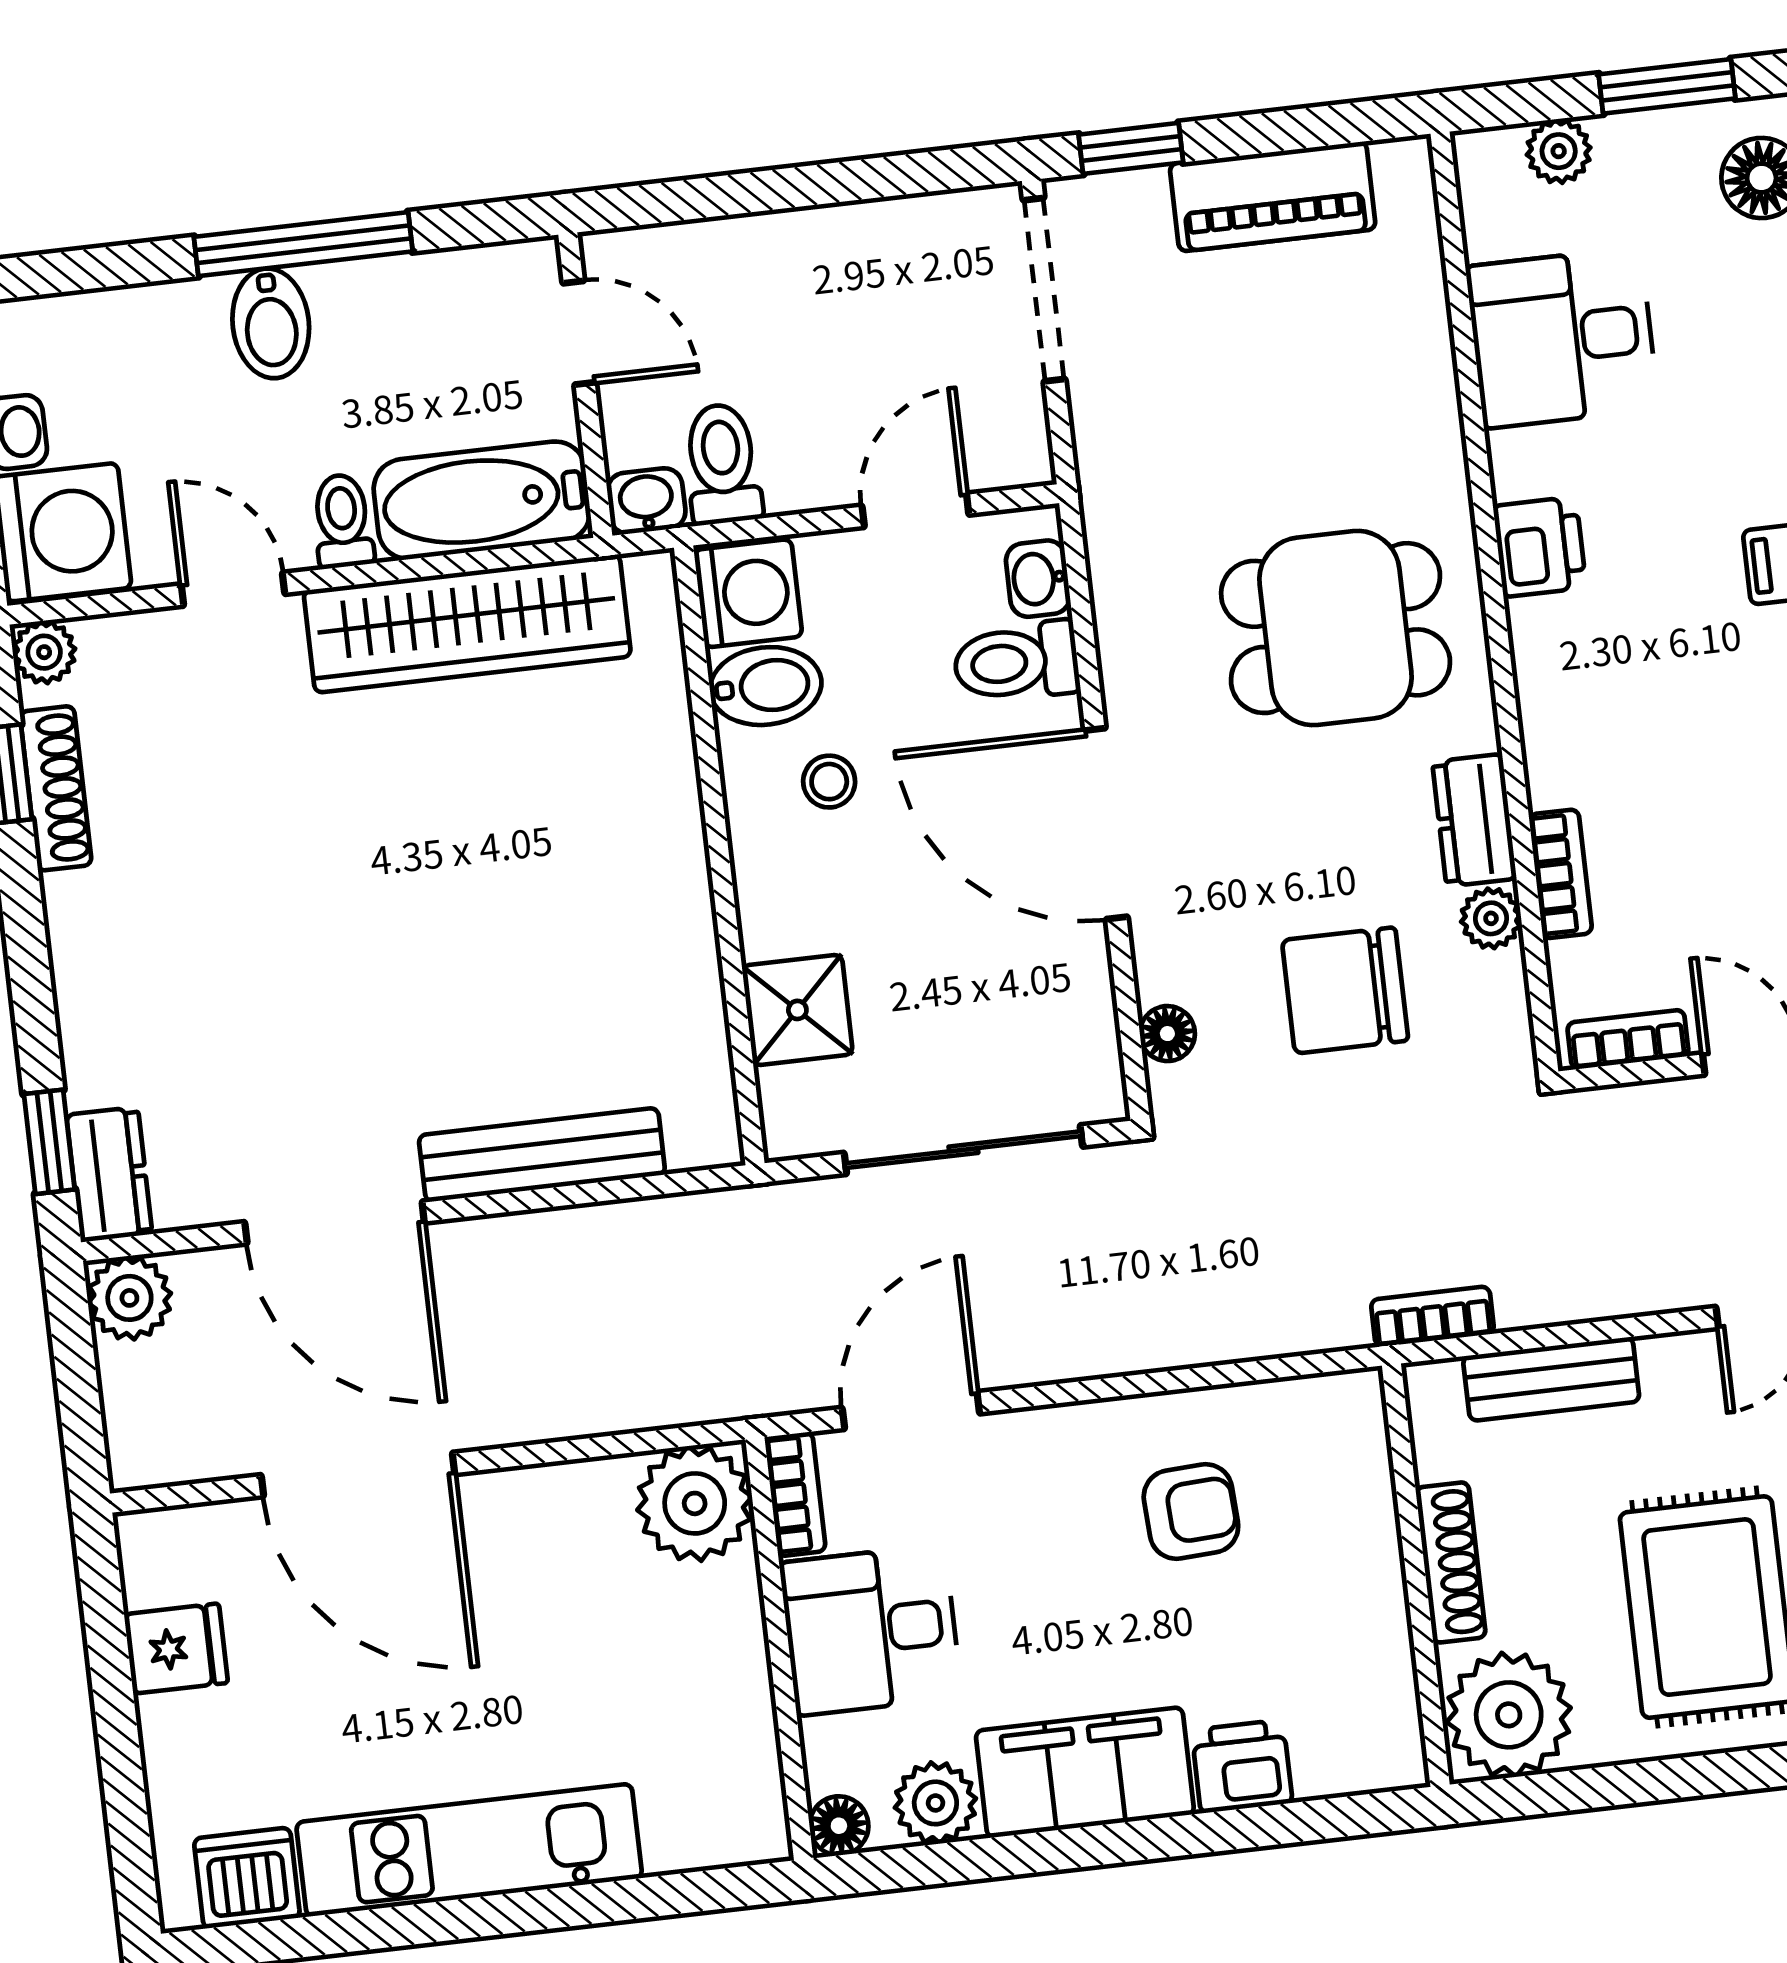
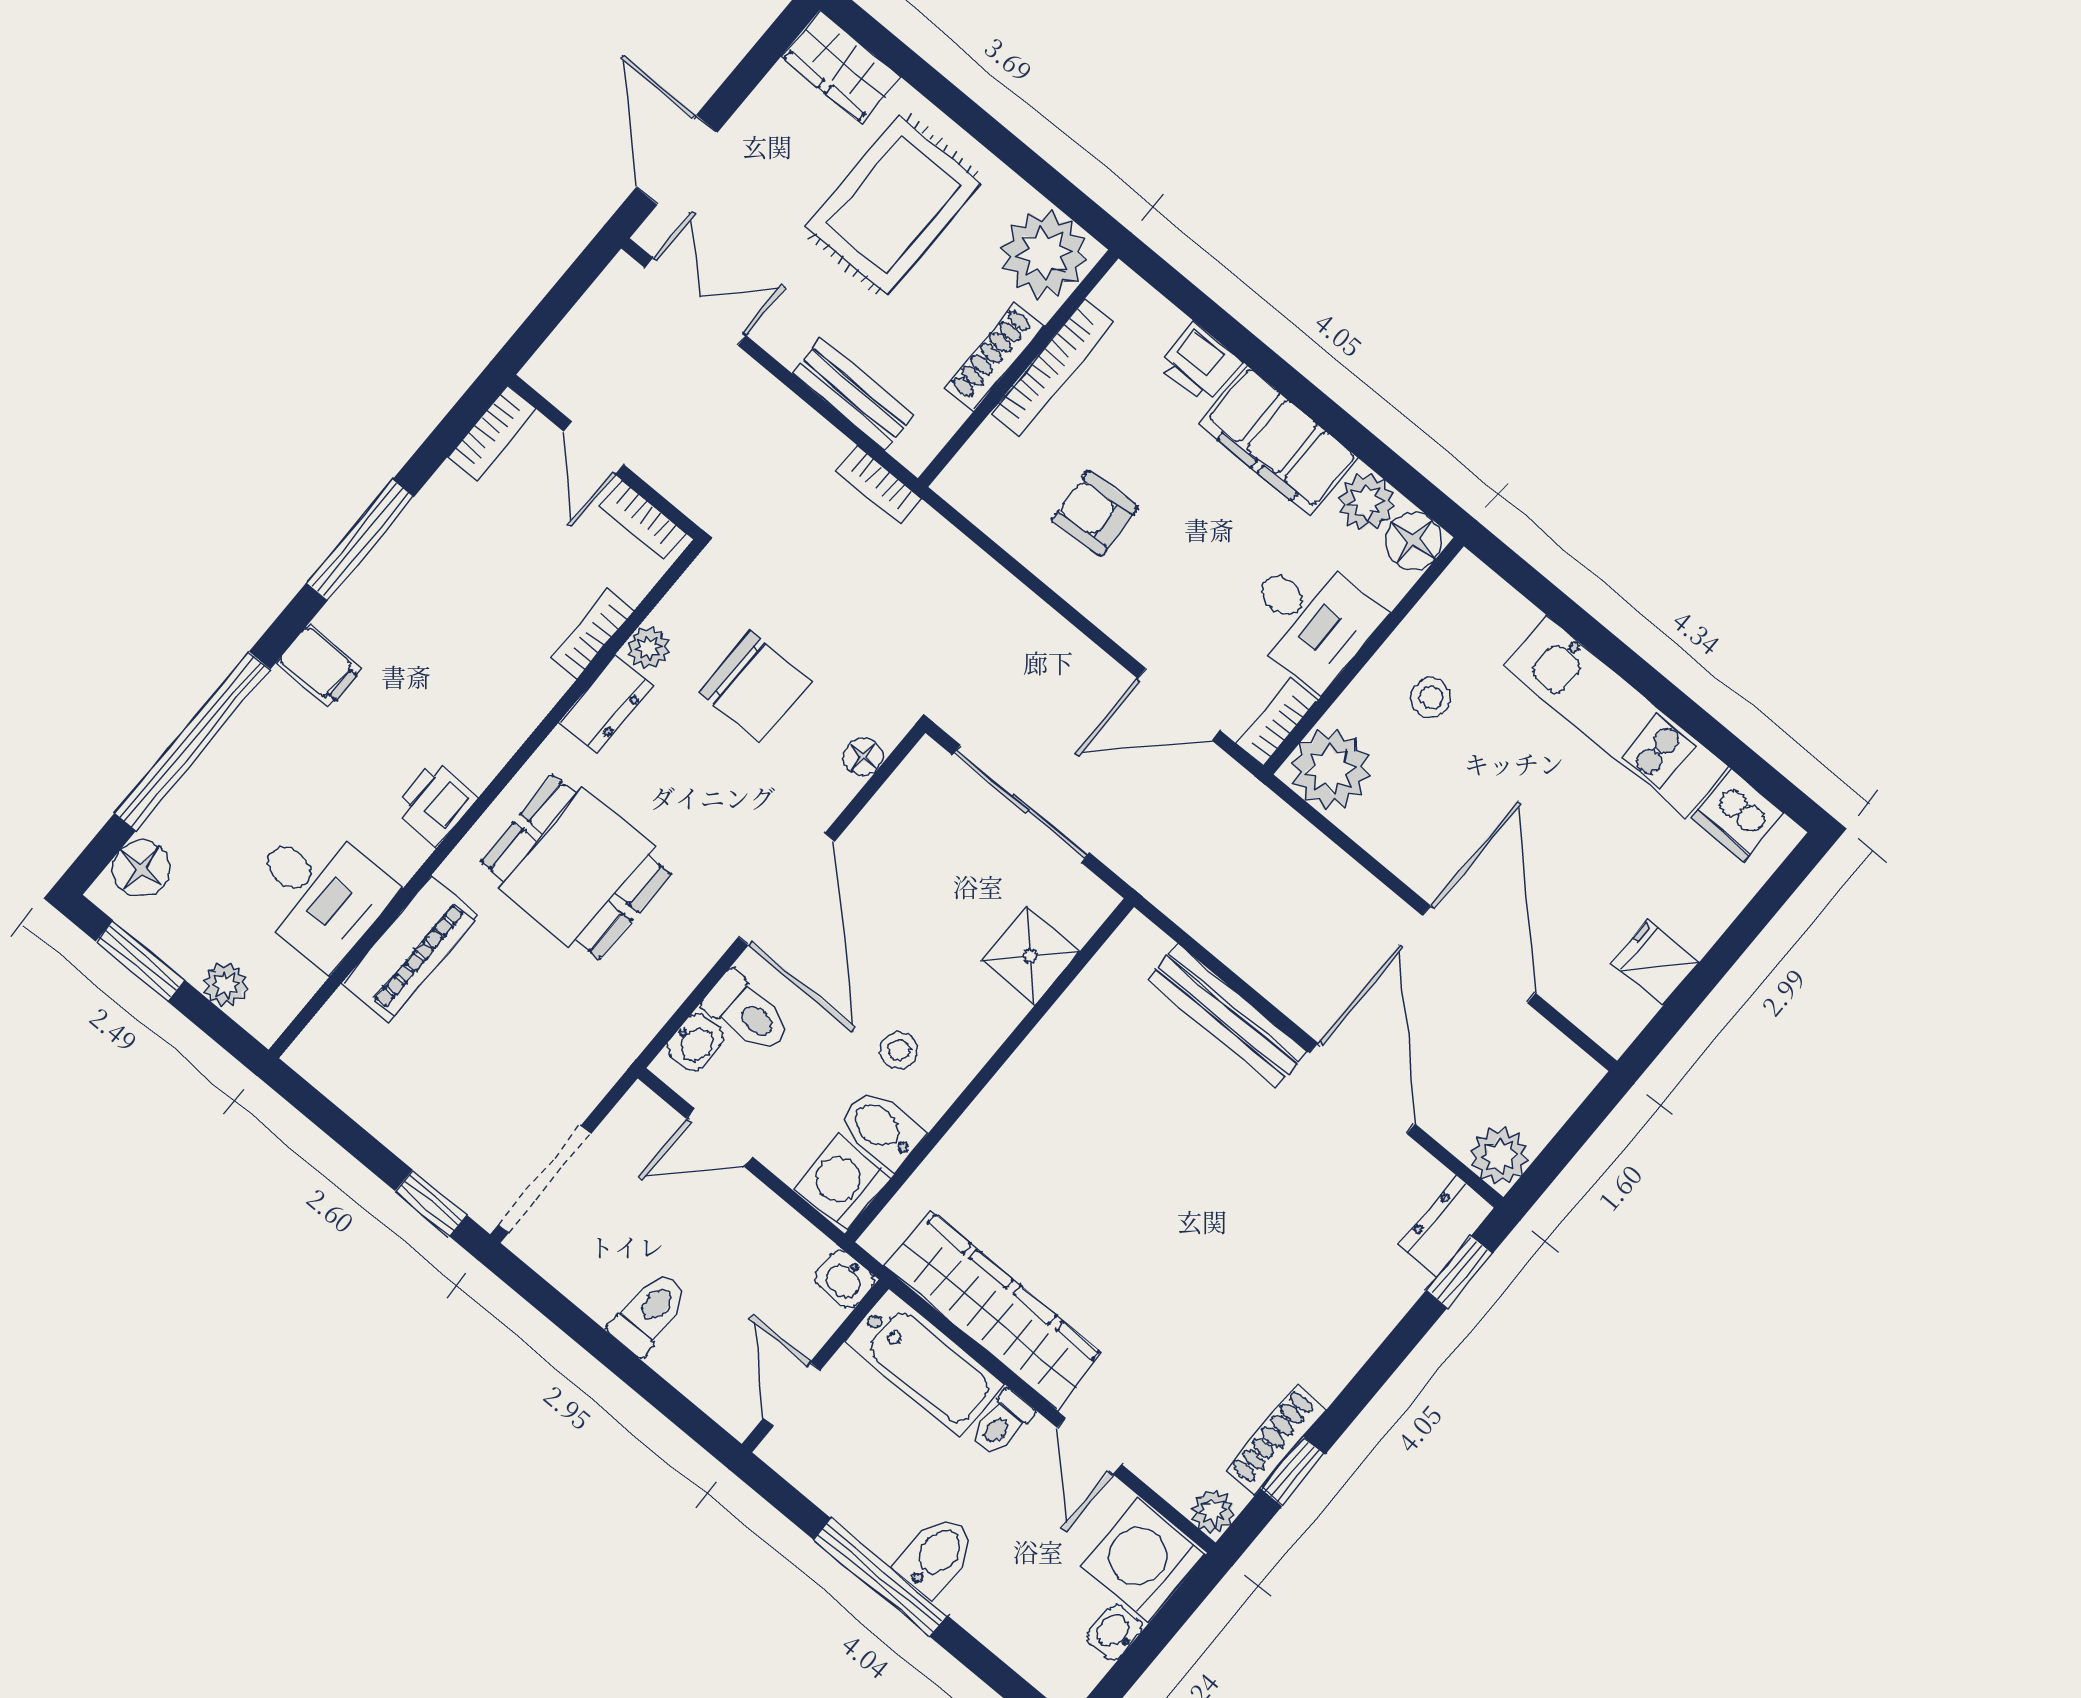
piano: (1273, 197) -> (410, 949), moved, turned 90
toilet: (722, 464) -> (649, 1313), moved, turned 180
bookcase: (1383, 1610) -> (1052, 368), added
stool: (670, 1677) -> (1431, 698), added
floor lamp: (839, 1826) -> (1414, 541), width x1.37, depth x1.37

